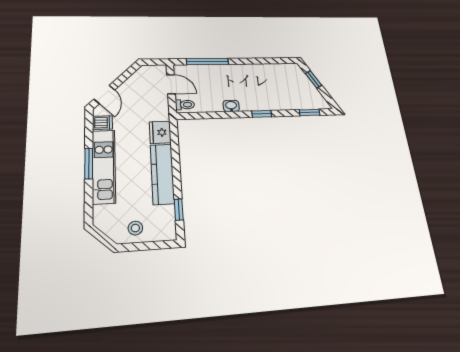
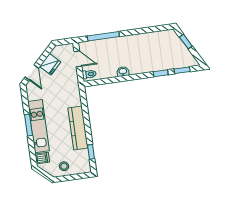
window: (262, 114) -> (161, 73), moved
dishwasher: (102, 123) -> (42, 158), moved
fridge: (160, 132) -> (50, 64), moved, turned -135

